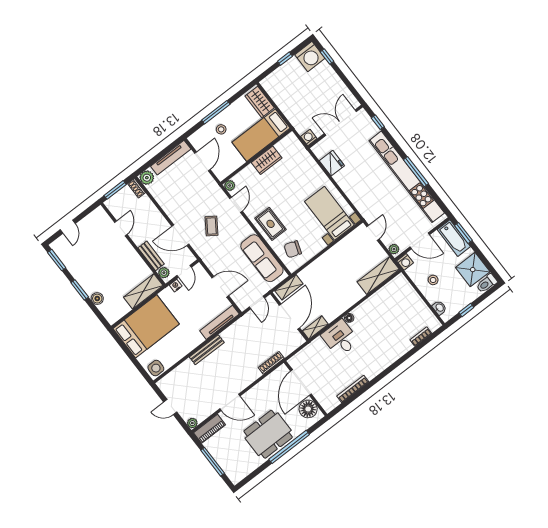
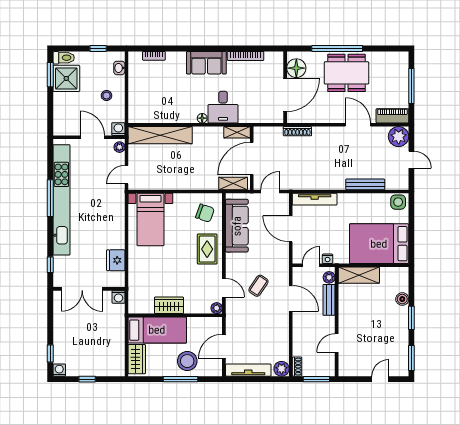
washing machine: (310, 57) -> (59, 370), width x0.53, depth x0.53
stool: (221, 129) -> (187, 361), width x1.89, depth x1.89
door: (236, 205) -> (224, 288), swing flipped
window: (463, 233) -> (50, 75), moved
bathtub: (454, 238) -> (62, 117), removed
shelving: (378, 276) -> (160, 135), width x1.47
bench: (207, 350) -> (365, 184), moved
sofa: (378, 361) -> (206, 63), added
plant: (192, 423) -> (399, 137), width x1.87, depth x1.87

